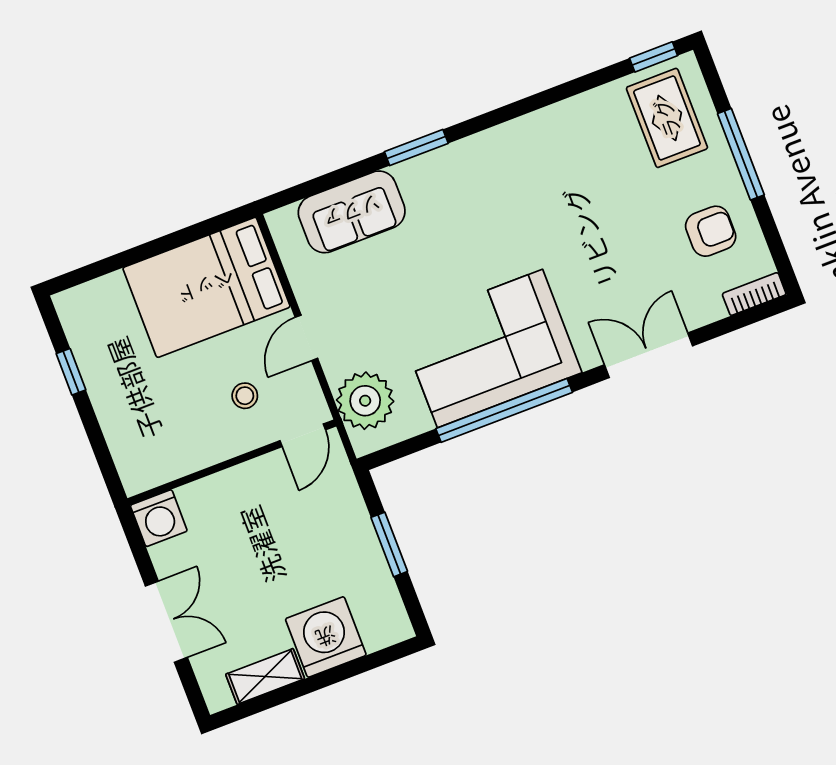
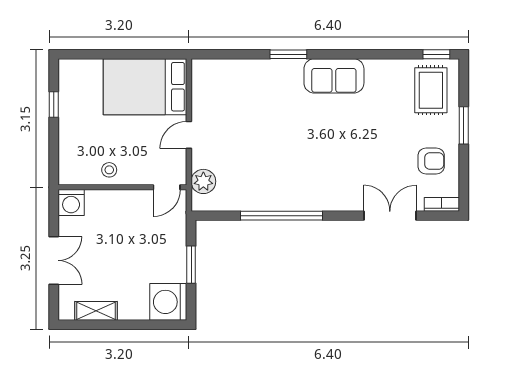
window: (741, 154) -> (464, 125), width x0.69
sofa: (352, 212) -> (334, 76), moved
corner sofa: (490, 349) -> (287, 179), removed
double door: (649, 355) -> (390, 216), moved
stool: (245, 396) -> (109, 170), moved
plant: (365, 401) -> (203, 181), width x0.73, depth x0.73
washing machine: (326, 637) -> (168, 302), moved, turned -90

